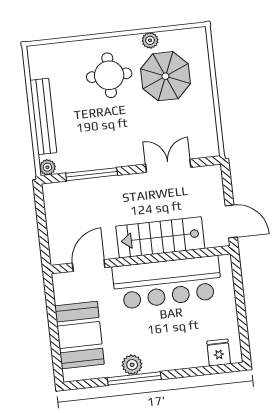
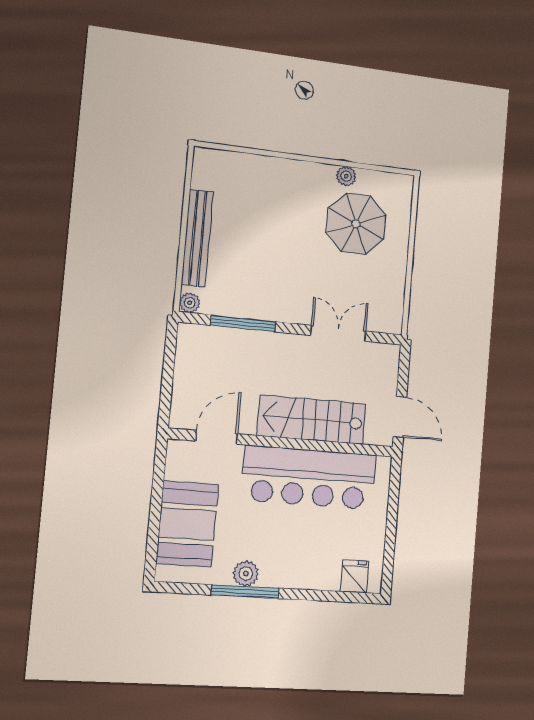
round table: (109, 75) -> (289, 206), removed

